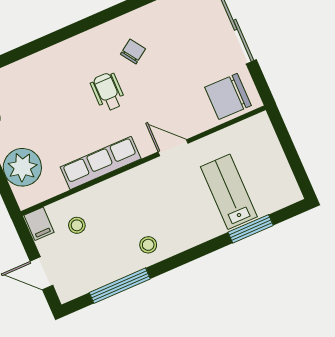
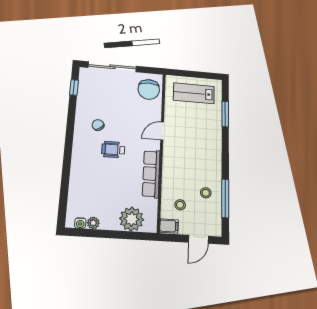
lab bench: (229, 192) -> (194, 93), moved
stool: (148, 245) -> (206, 193), moved

